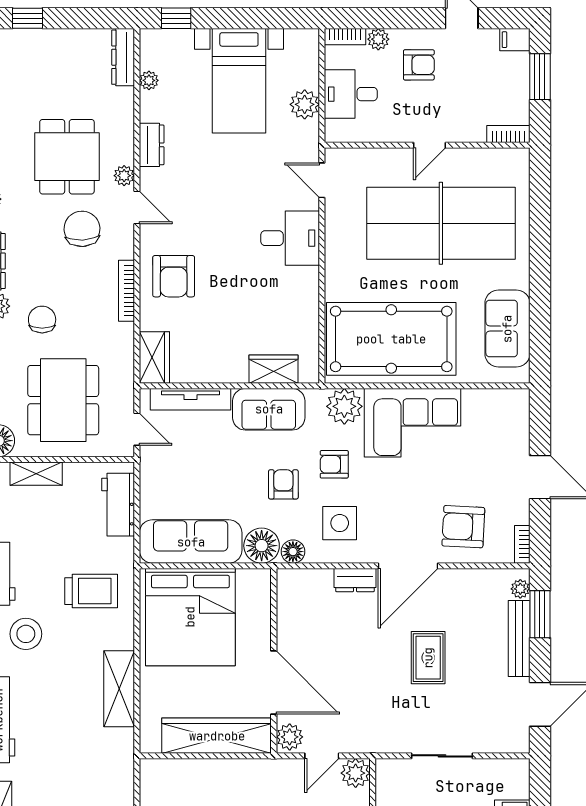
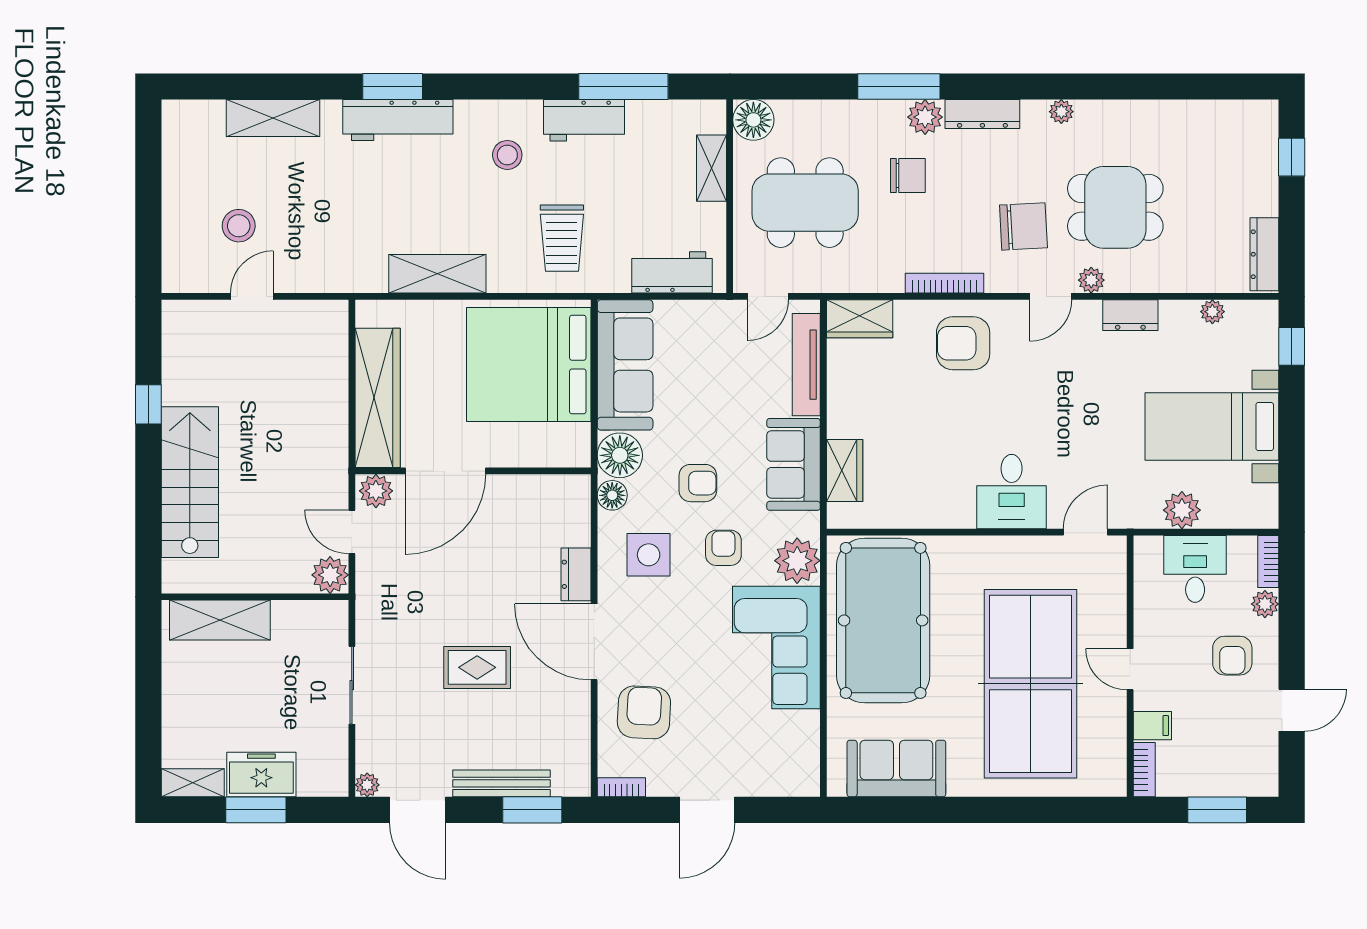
filing cabinet: (515, 40) -> (1152, 726), moved, turned 90
dresser: (123, 57) -> (1264, 254), moved, turned -90
plant: (520, 589) -> (367, 785), moved
stool: (26, 634) -> (507, 155), width x0.73, depth x0.73

